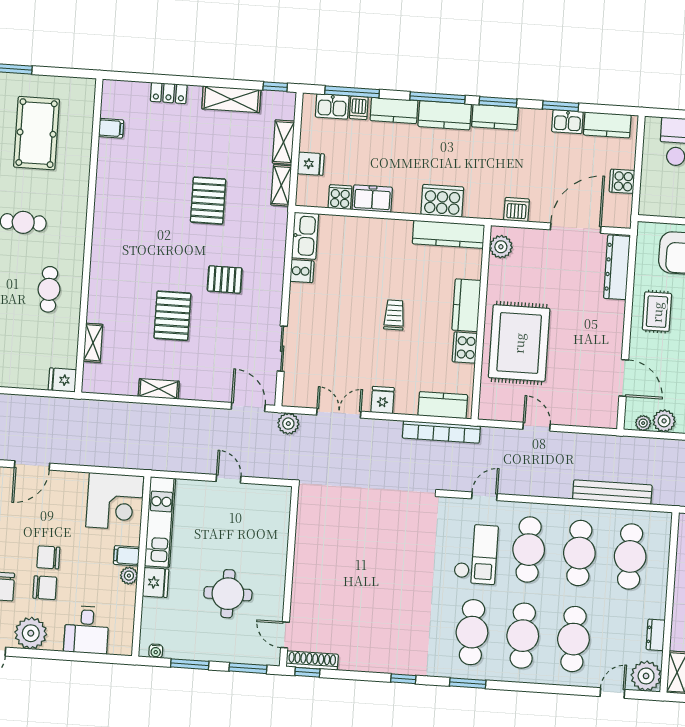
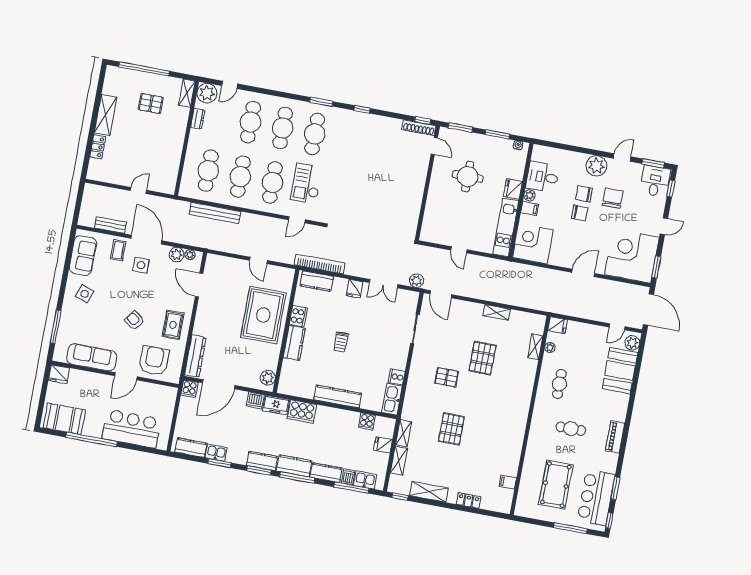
cooker: (622, 181) -> (189, 389), moved, turned 90
freezer: (372, 199) -> (276, 405), moved
kitchen counter: (448, 234) -> (338, 397), moved
plant: (70, 344) -> (550, 348), added
desk: (86, 630) -> (542, 177), moved, turned -90

